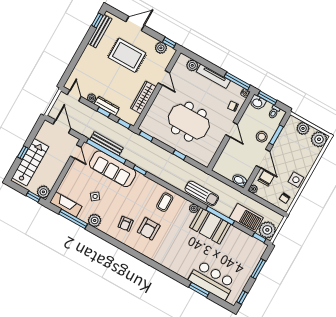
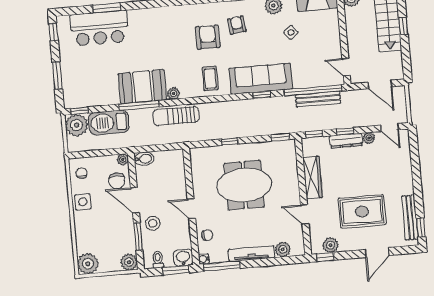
plant: (303, 128) -> (129, 262), moved
sofa: (113, 169) -> (261, 79), moved

